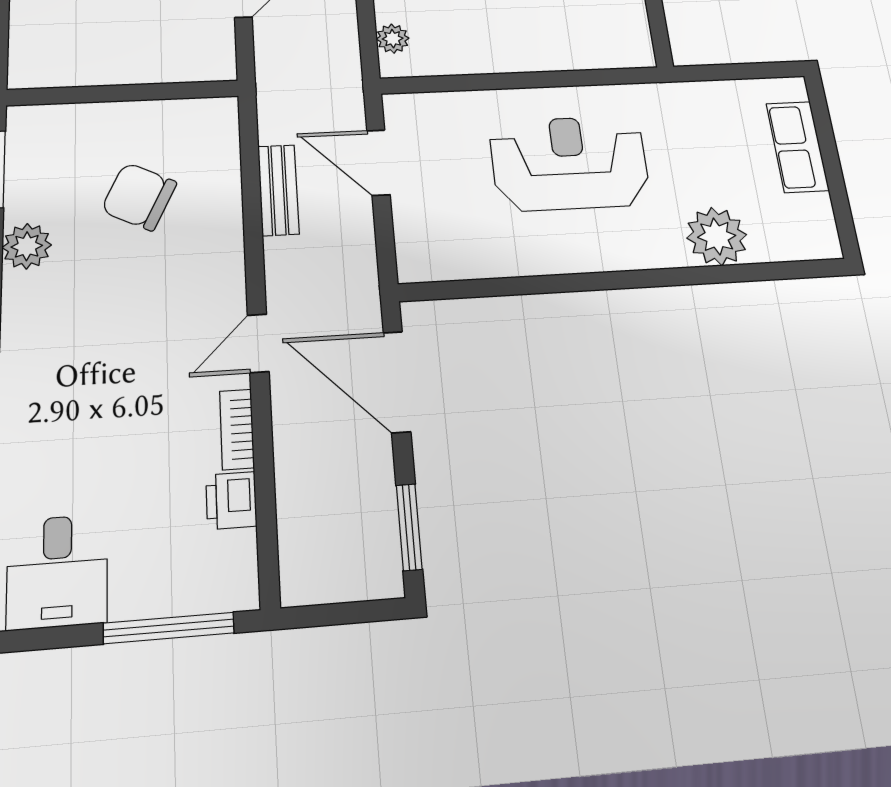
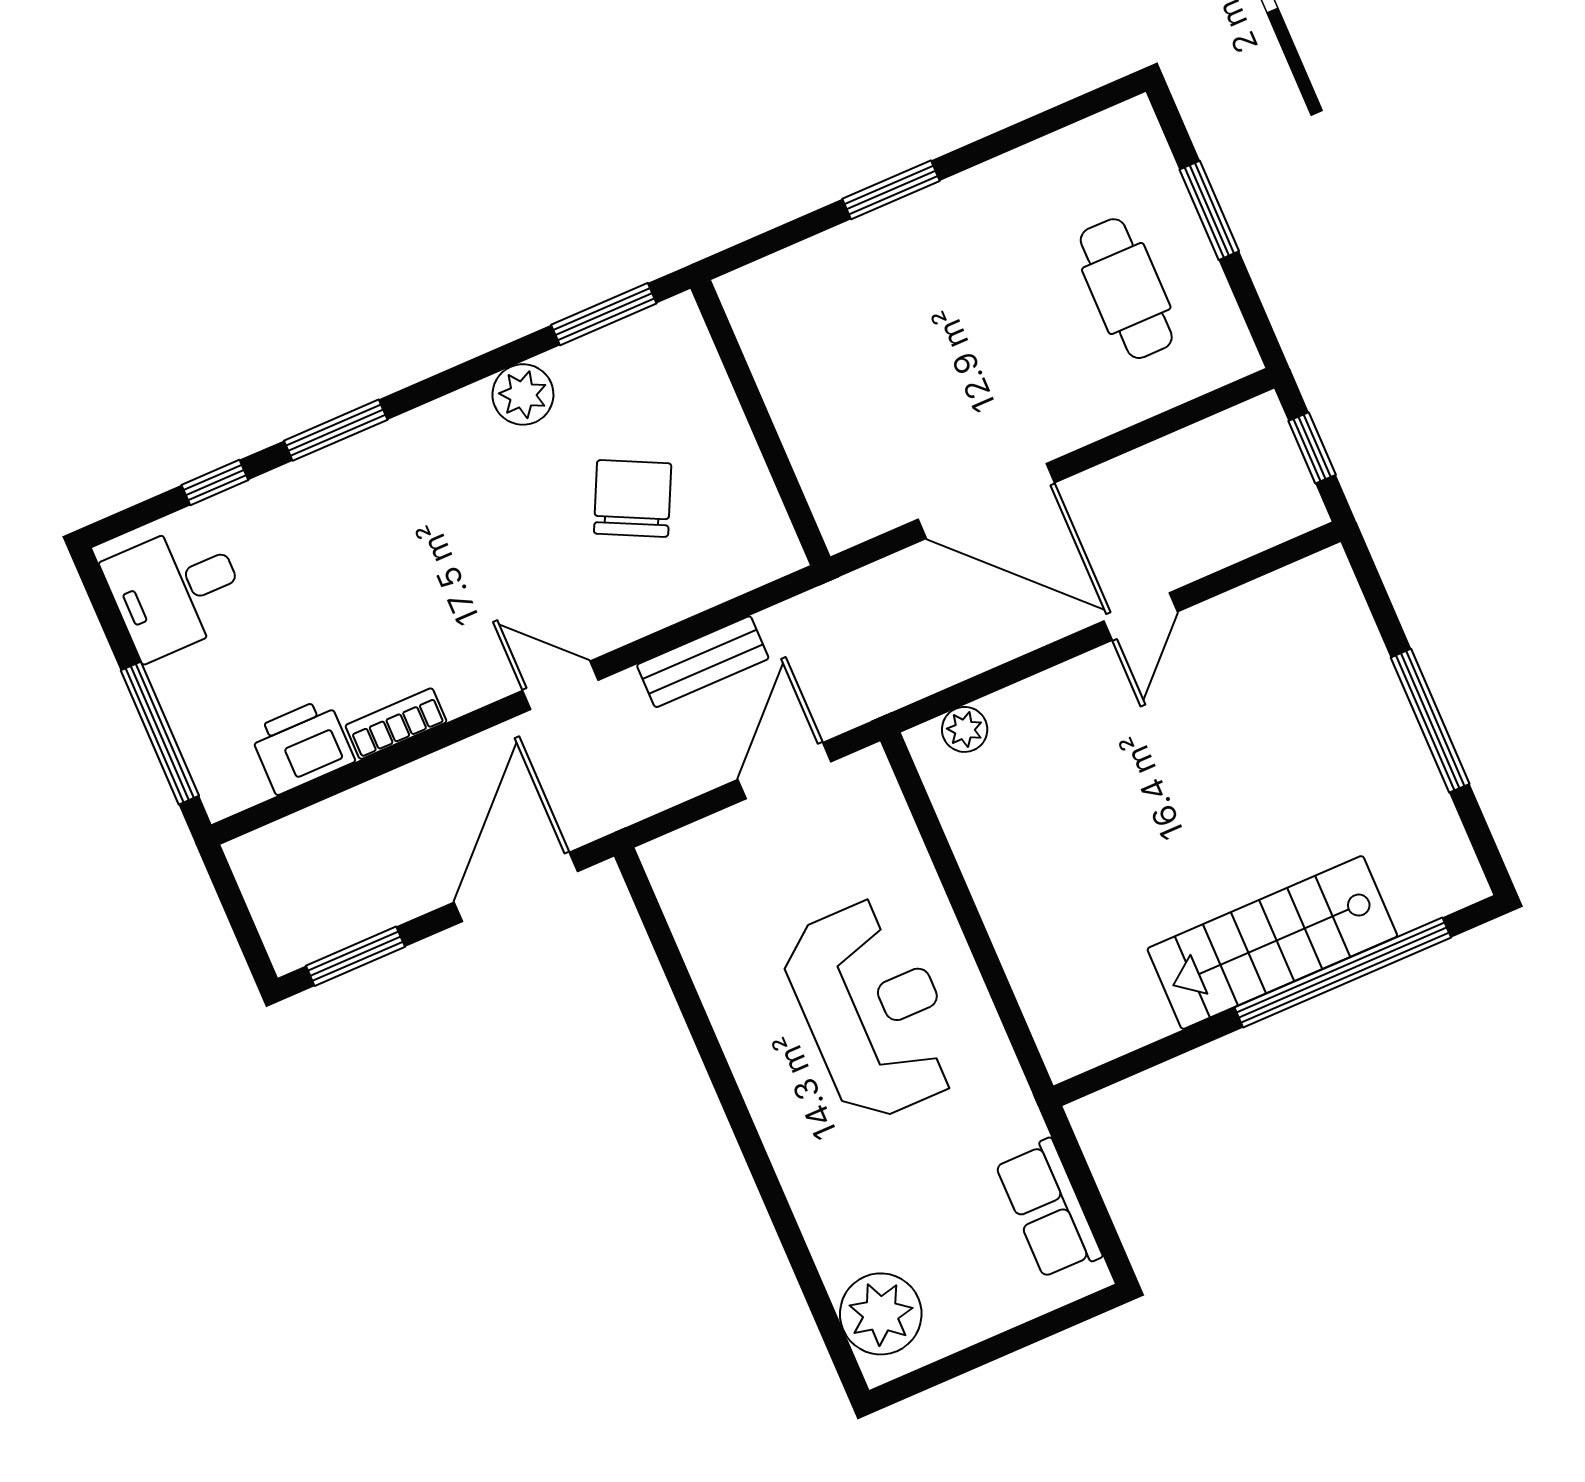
row of seats: (797, 147) -> (1048, 1209), moved, turned -90
plant: (717, 236) -> (881, 1314), moved
door: (258, 343) -> (560, 685), moved
printer: (231, 501) -> (302, 746), width x1.36, depth x1.24

